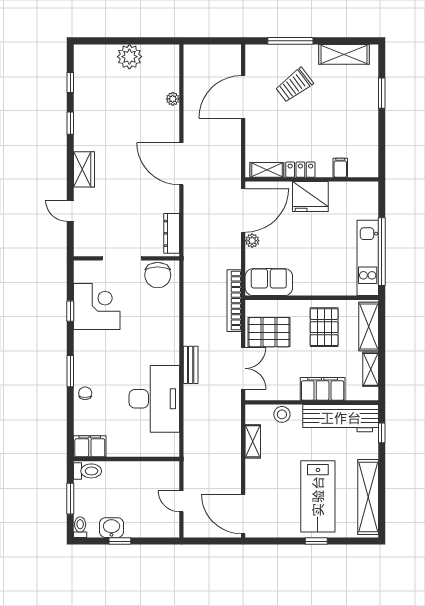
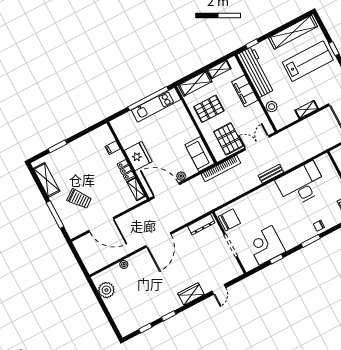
plant: (129, 57) -> (106, 290), moved
shelving: (253, 441) -> (307, 109), moved

